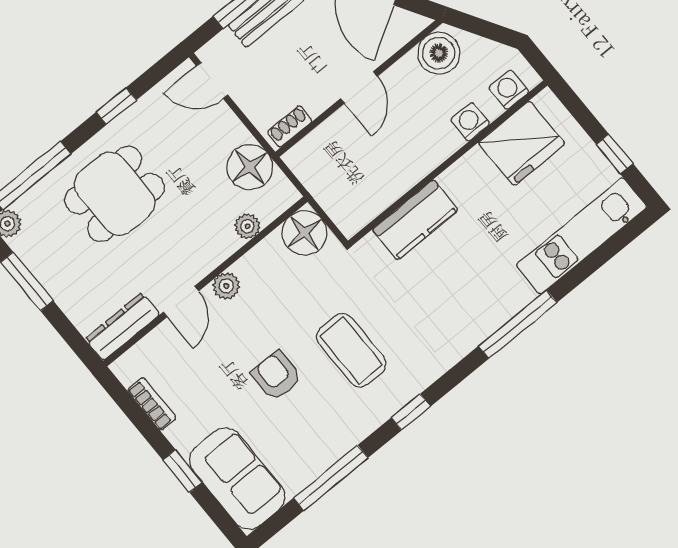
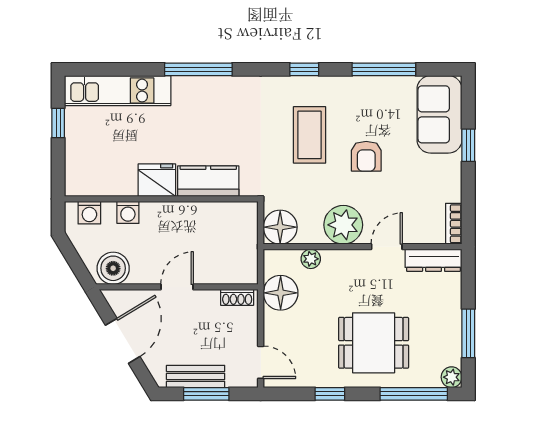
fridge: (521, 143) -> (157, 180), moved, width x0.73, depth x0.75
plant: (226, 286) -> (343, 225), width x1.88, depth x1.88
bookcase: (152, 404) -> (454, 224), moved

